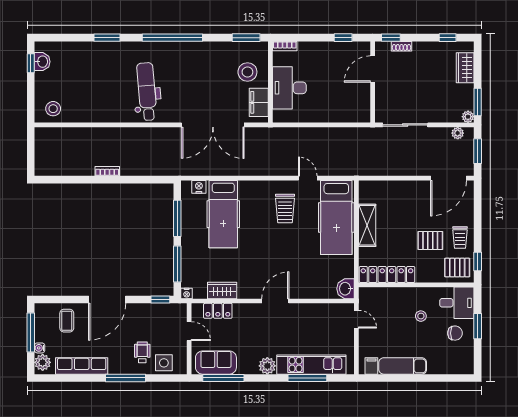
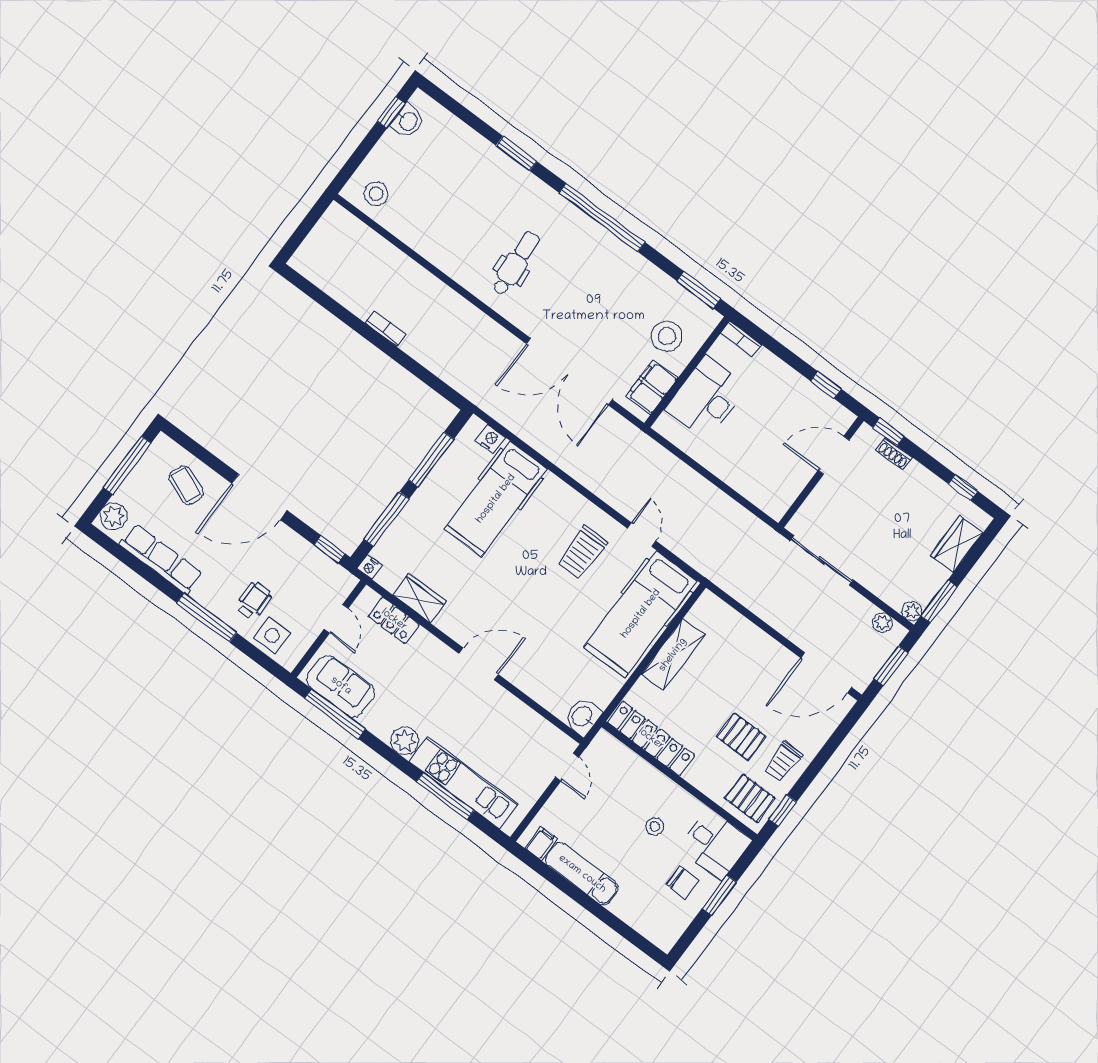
dental chair: (147, 92) -> (516, 263), width x0.73, depth x0.72
coffee table: (67, 321) -> (186, 485), turned -68
water cooler: (40, 348) -> (124, 494), removed

